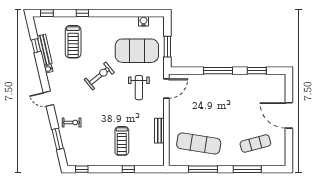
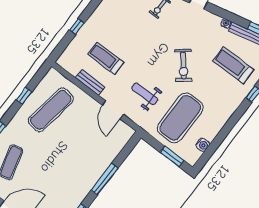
window: (167, 47) -> (172, 156), moved
door: (166, 89) -> (113, 110), moved
treadmill: (122, 141) -> (106, 58), moved
window: (203, 169) -> (24, 96), width x0.46

